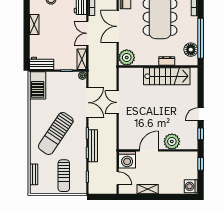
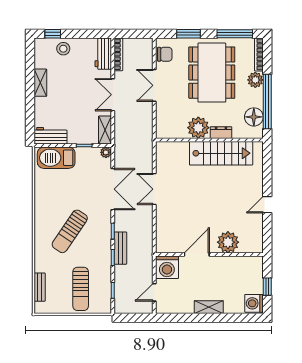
plant: (192, 22) -> (255, 80), added
double door: (118, 26) -> (154, 85), width x0.73
plant: (127, 57) -> (198, 128), moved
barbecue: (38, 85) -> (56, 158), moved, turned 90
sun lounger: (56, 134) -> (70, 231), width x0.73, depth x0.75
window: (201, 134) -> (267, 232), removed
bench: (93, 146) -> (120, 248), width x0.73
window: (201, 164) -> (267, 287), moved
door: (118, 178) -> (154, 292), swing flipped
shelving: (148, 189) -> (209, 307), moved

